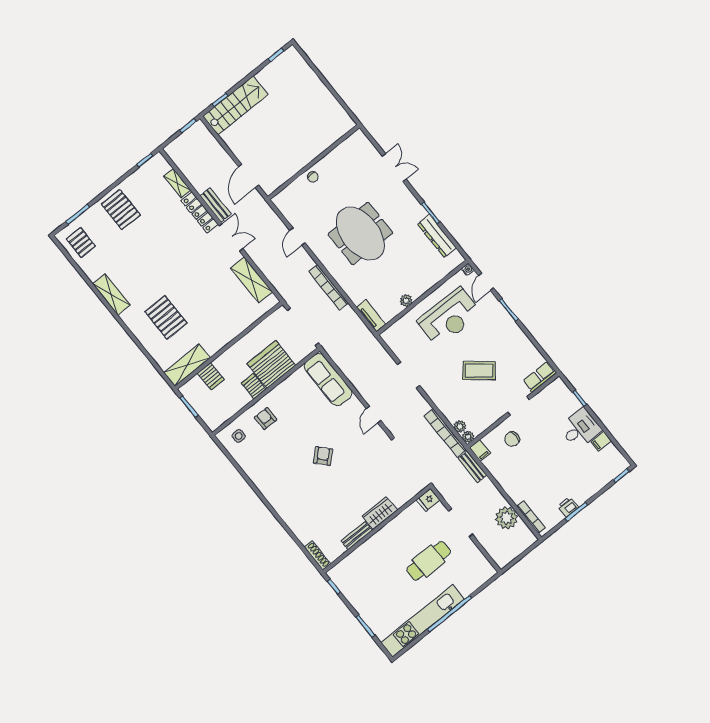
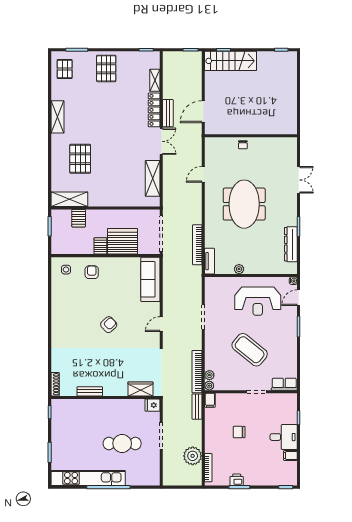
bookcase: (328, 287) -> (197, 245), moved
coffee table: (479, 371) -> (250, 350), width x1.36, depth x1.32
chair: (512, 439) -> (239, 432), moved
wardrobe: (380, 513) -> (140, 389), moved

